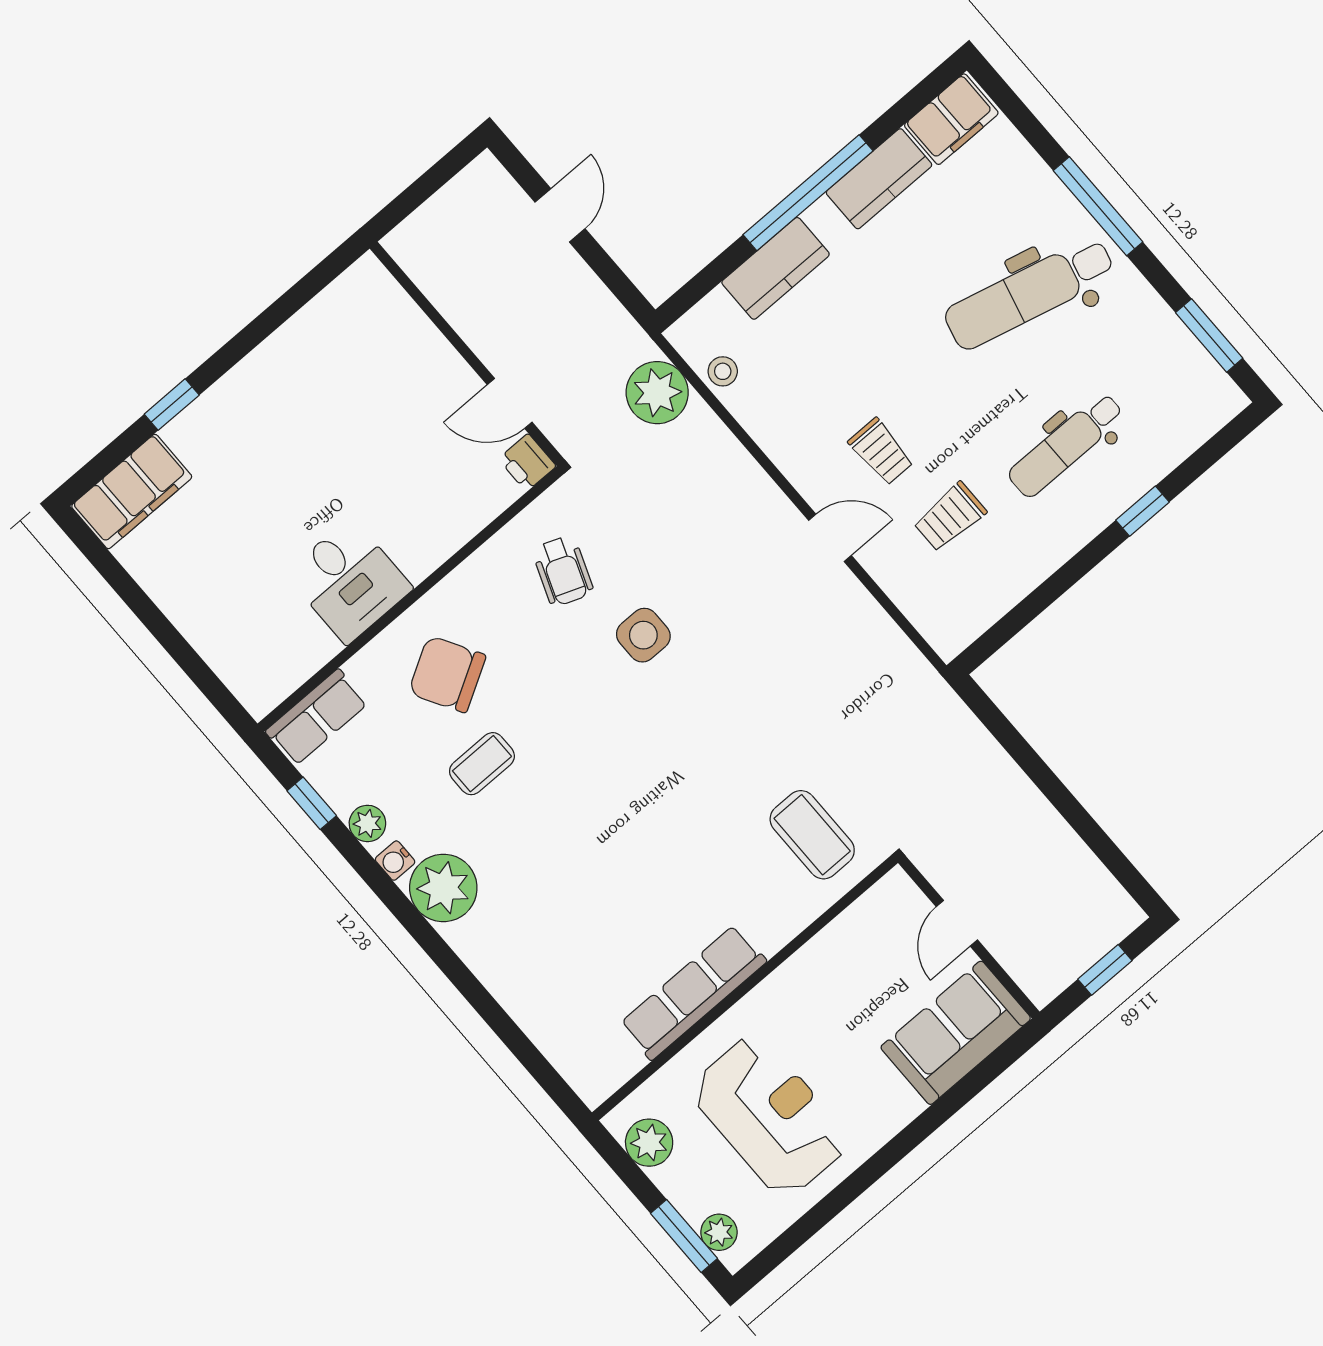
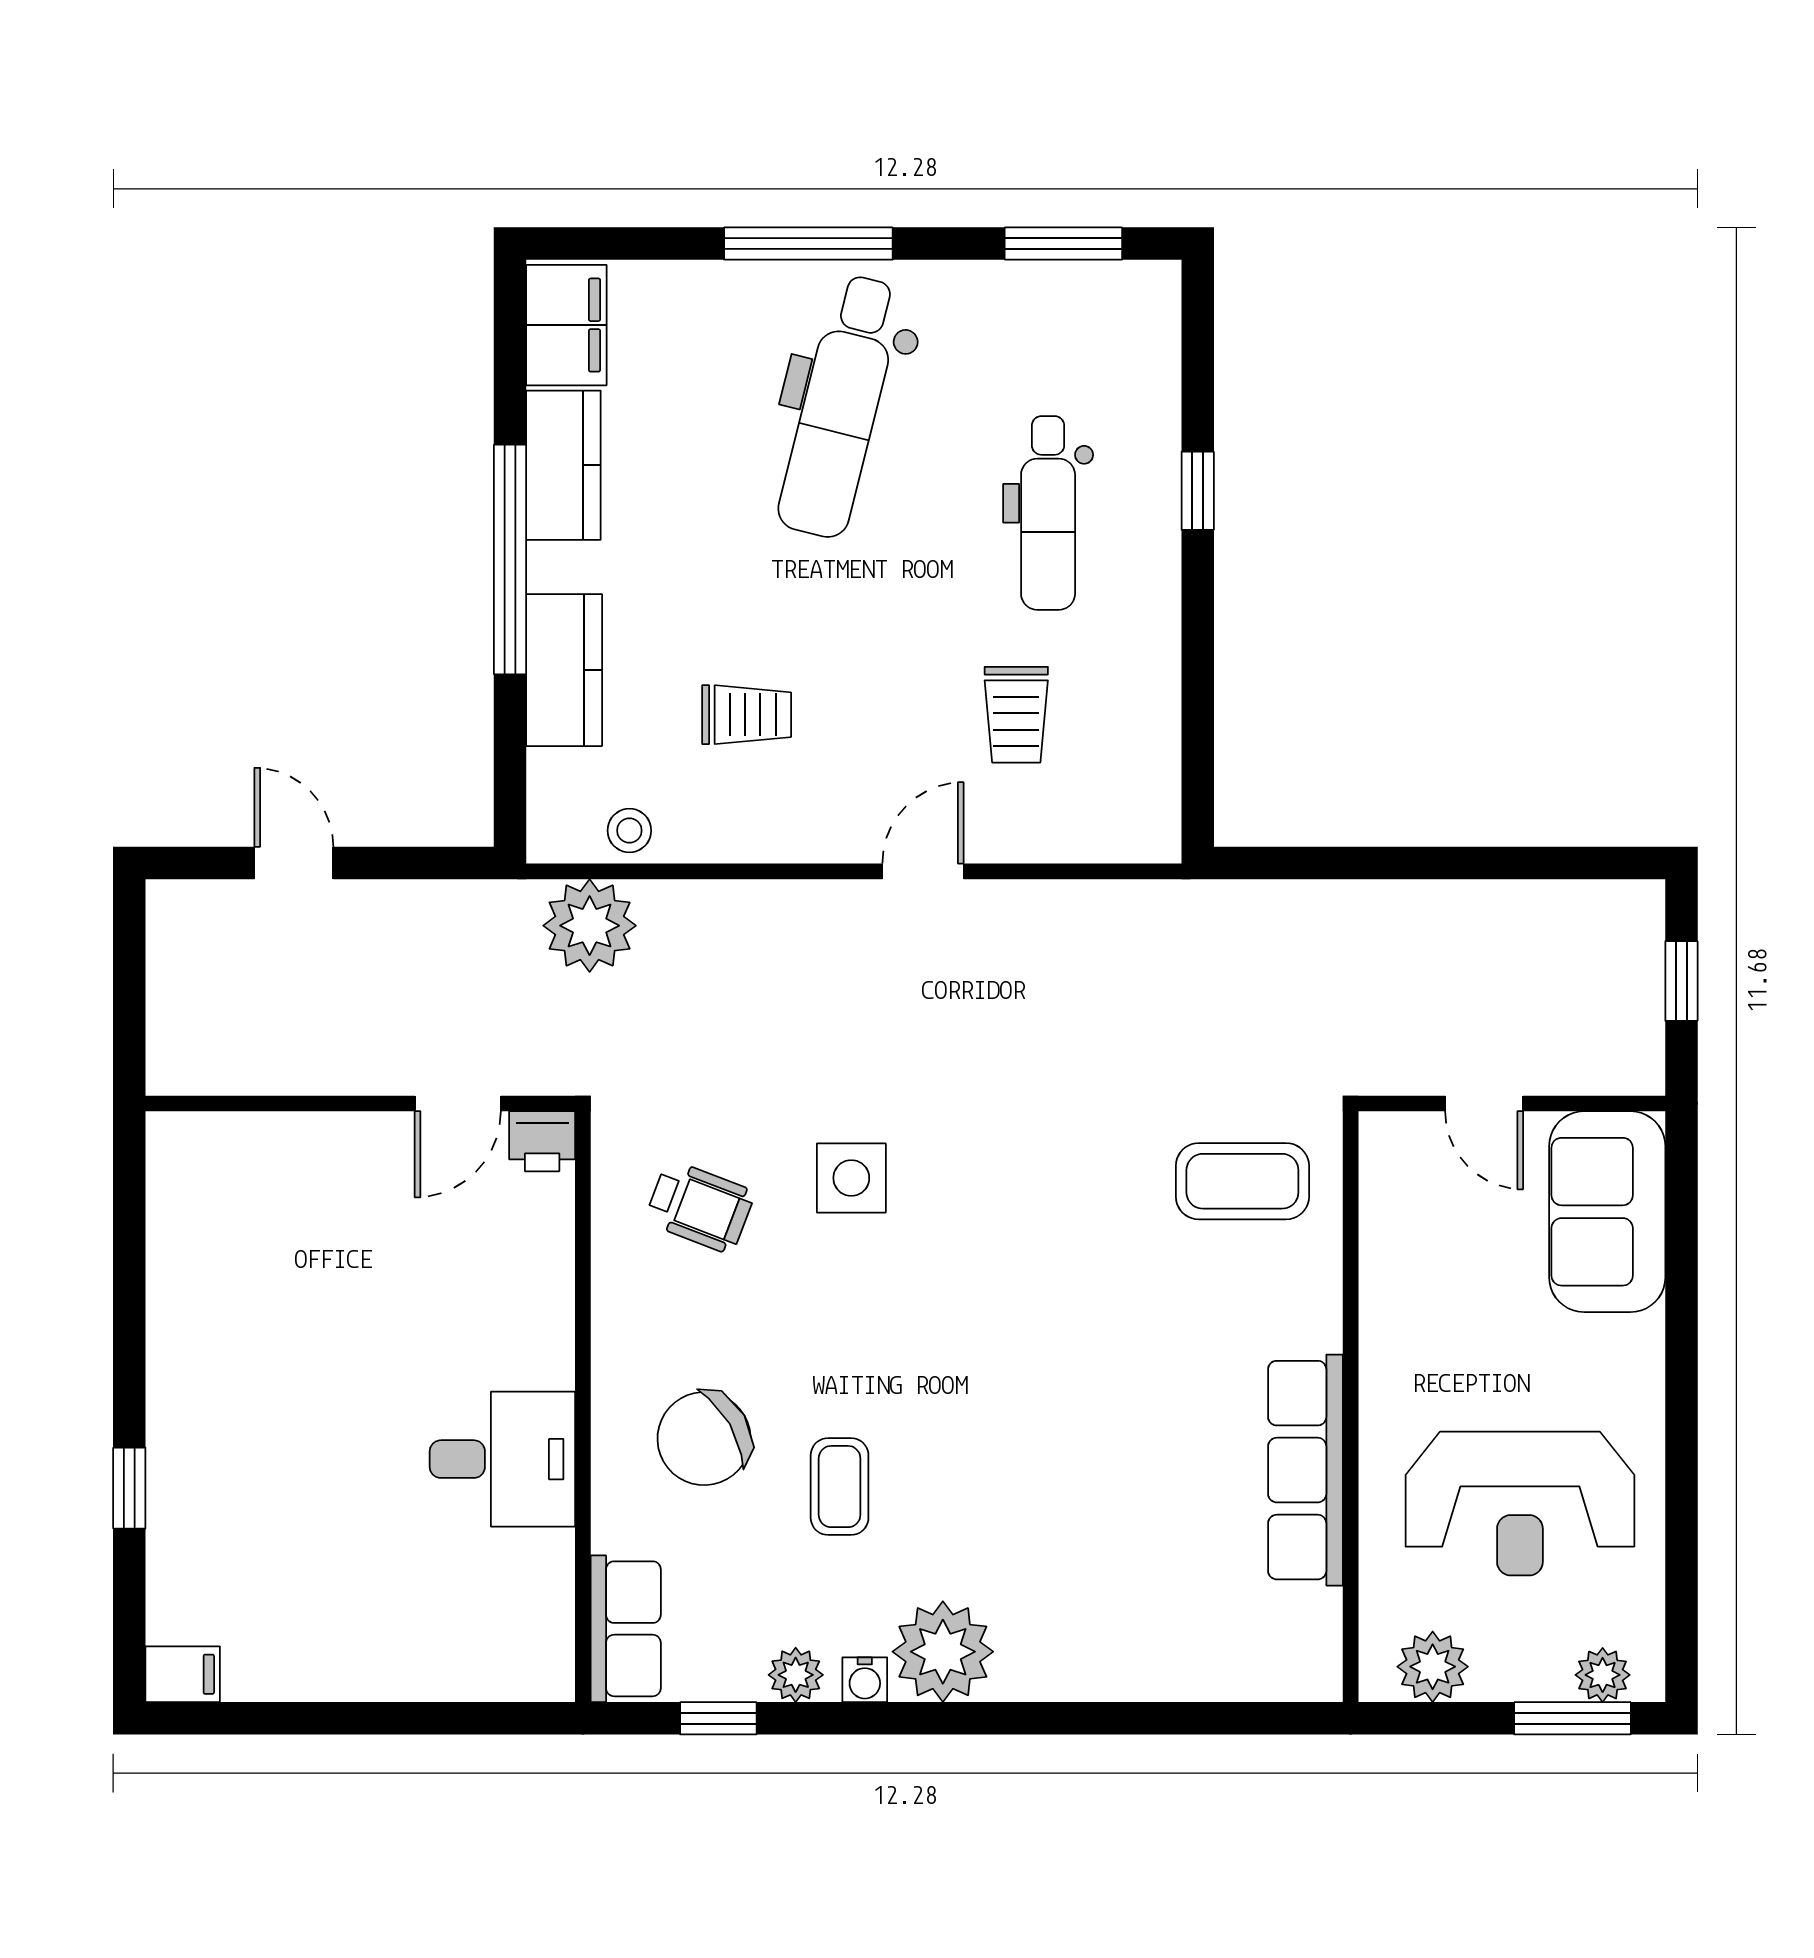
trolley: (881, 452) -> (747, 715), moved
filing cabinet: (132, 491) -> (183, 1674), width x0.33, depth x0.86
reception desk: (770, 1116) -> (1520, 1504), turned 180

